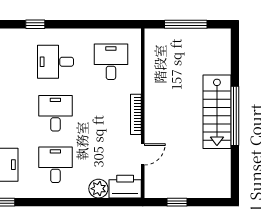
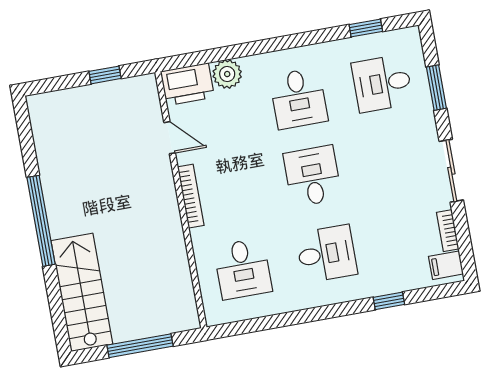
window: (35, 24) -> (389, 301), moved
stairs: (217, 112) -> (82, 292), moved
desk: (55, 113) -> (313, 176), turned 180
door: (143, 154) -> (170, 138), swing flipped

